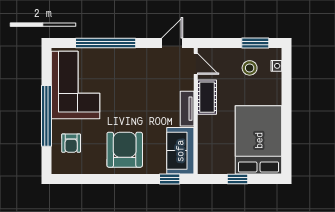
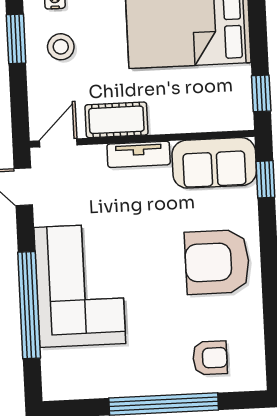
corner sofa: (76, 85) -> (80, 285), moved, turned 90
window: (237, 179) -> (261, 93), moved

